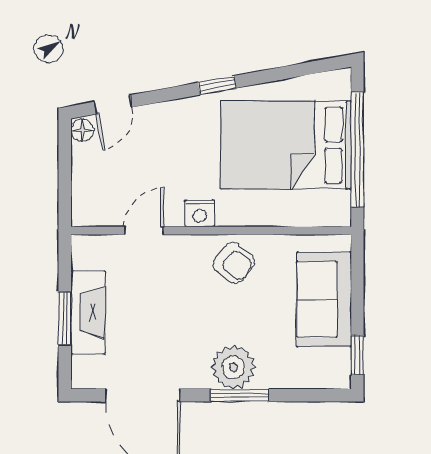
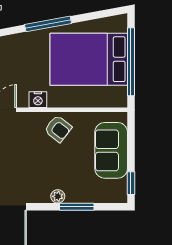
window: (217, 85) -> (48, 24), width x2.17
plant: (233, 367) -> (58, 196), width x0.53, depth x0.53
window: (240, 395) -> (77, 207), moved

